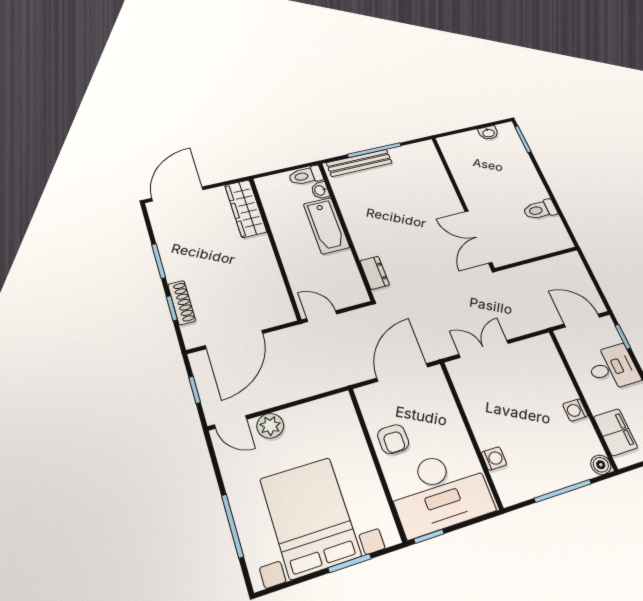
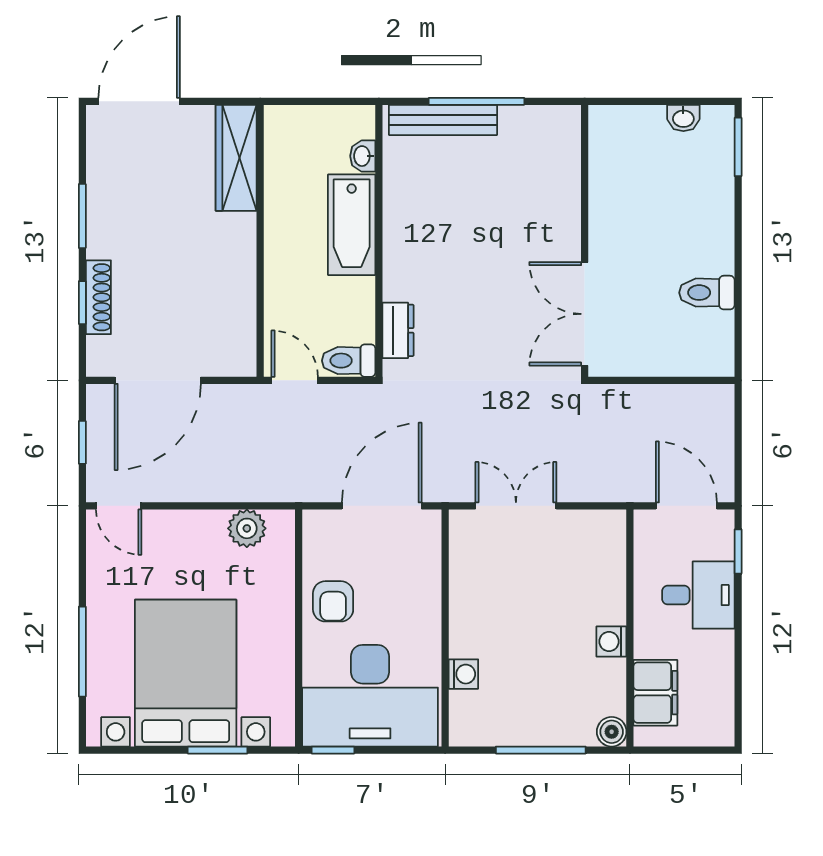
toilet: (306, 176) -> (349, 361), moved
plant: (270, 426) -> (247, 528), moved

